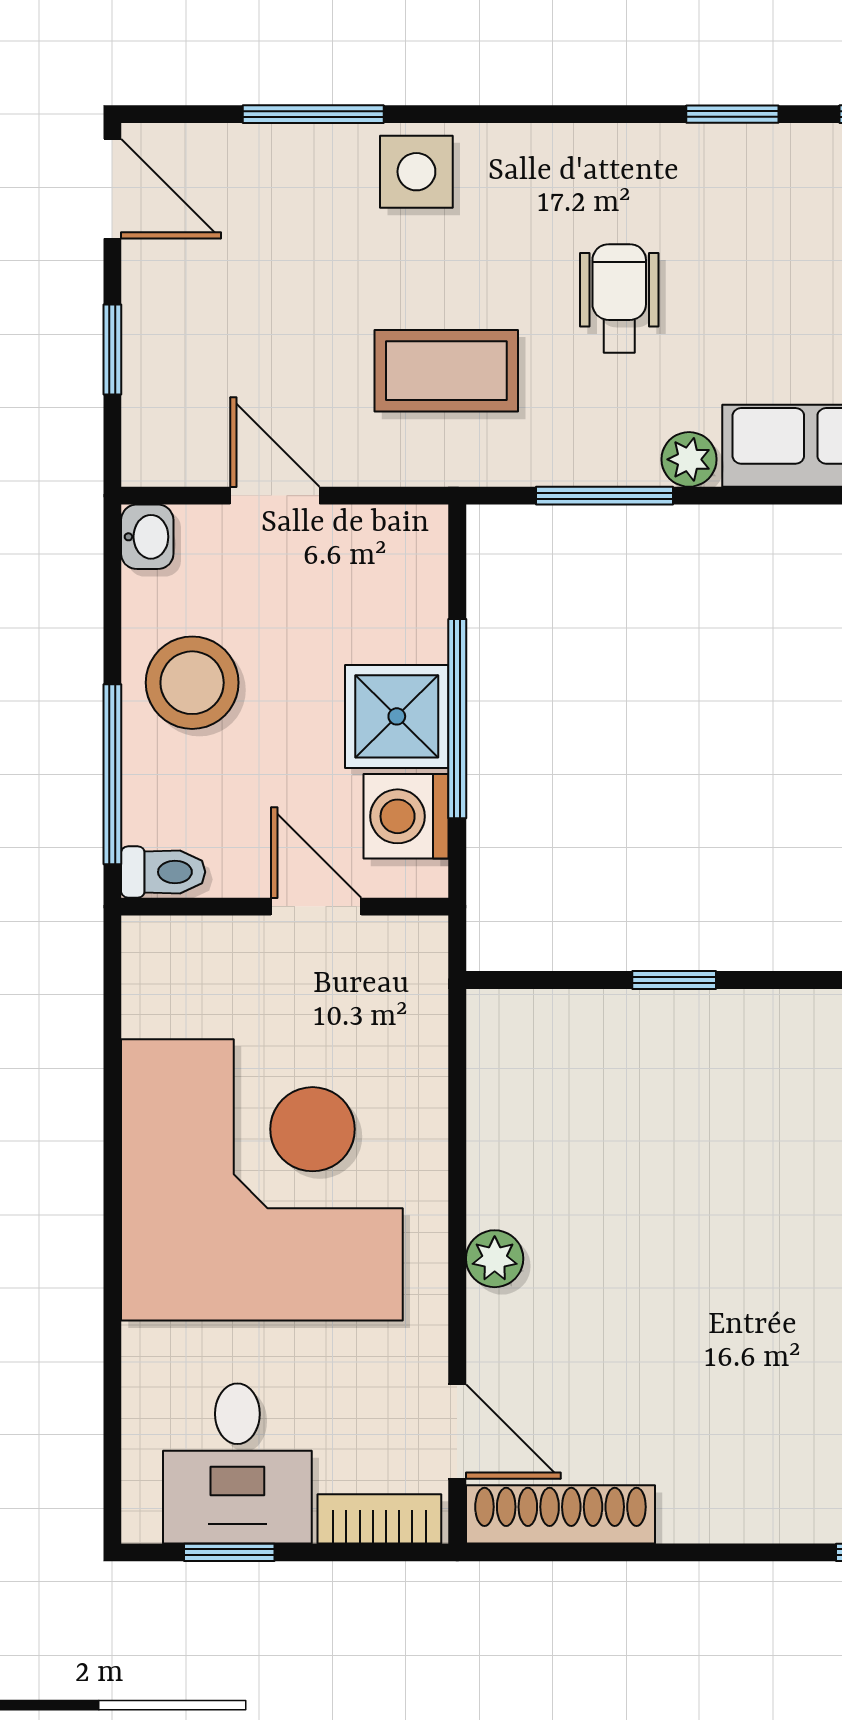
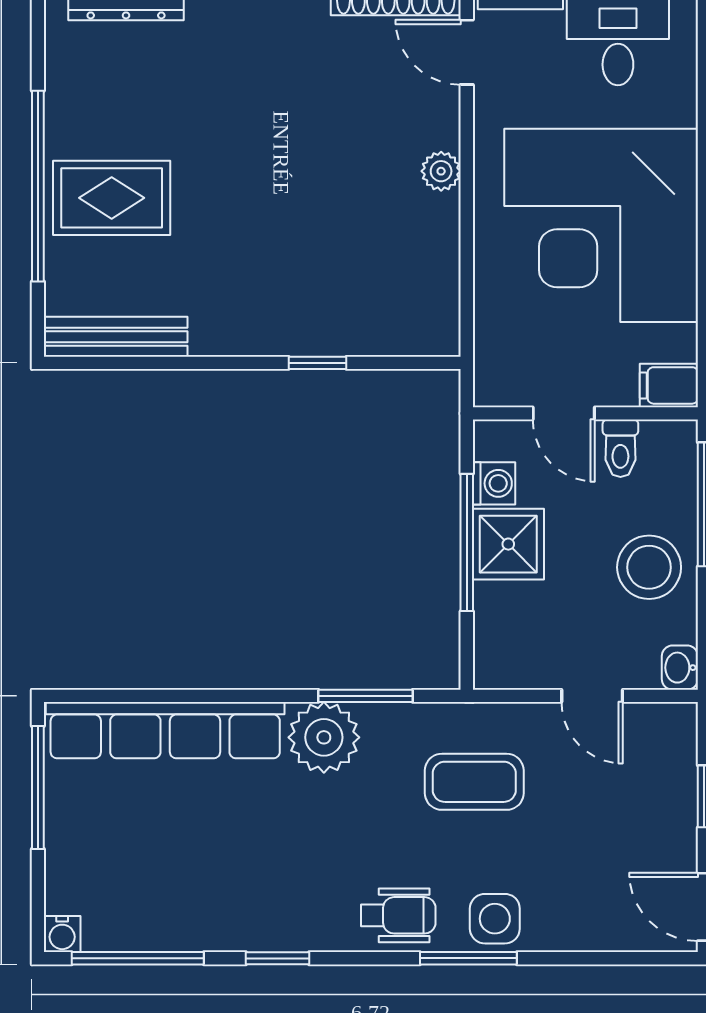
window: (313, 114) -> (468, 958), moved
wheelchair: (619, 298) -> (398, 915), moved, turned -90
plant: (689, 459) -> (324, 737), width x1.88, depth x1.88
washing machine: (406, 816) -> (494, 483), width x0.73, depth x0.73
toilet: (163, 872) -> (620, 448), moved, turned -90
filing cabinet: (163, 947) -> (669, 385), added

